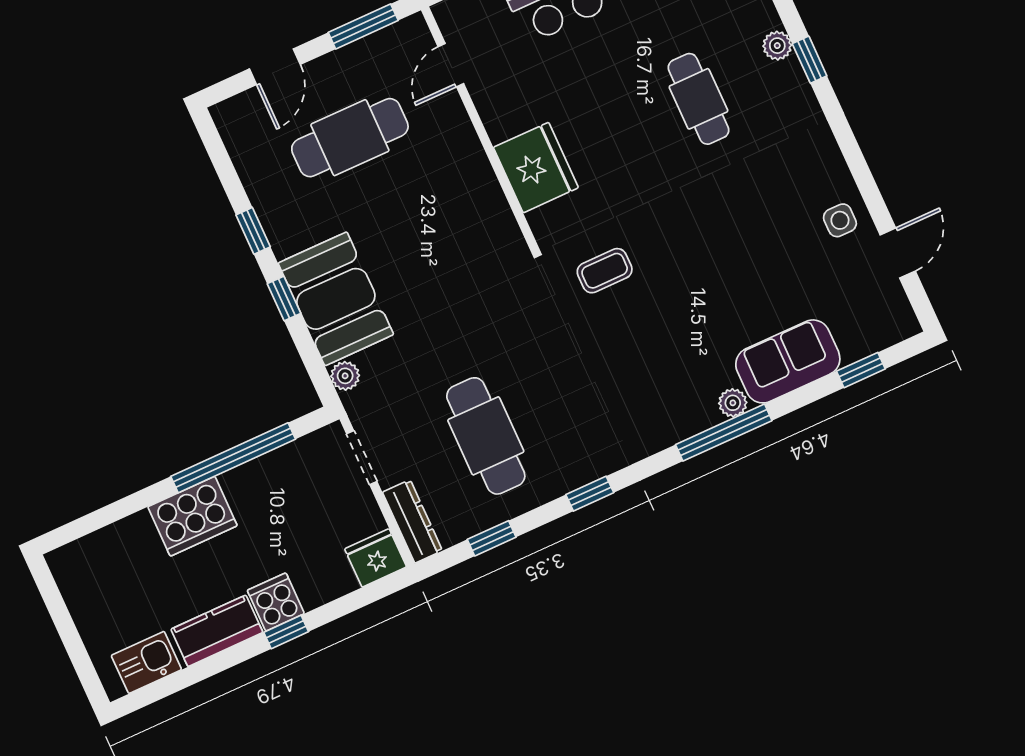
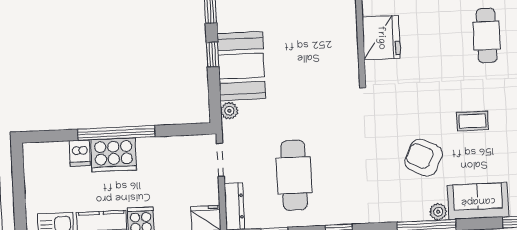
coffee table: (605, 271) -> (472, 121), moved
armchair: (676, 328) -> (423, 158), added
window: (233, 458) -> (116, 133), moved
dishwasher: (139, 535) -> (80, 153), added

